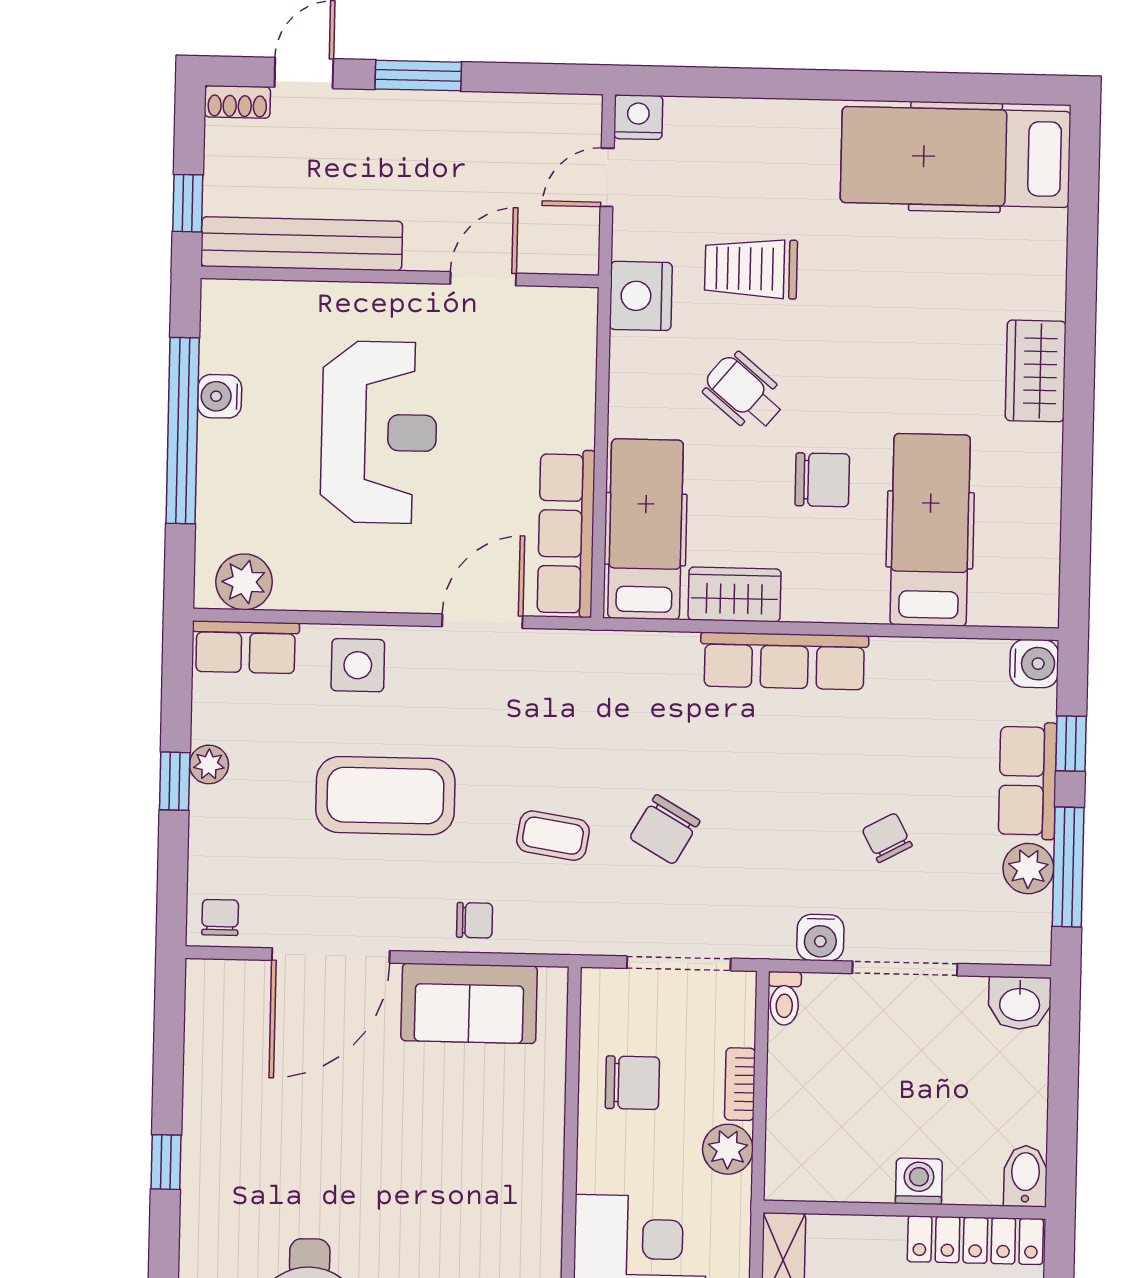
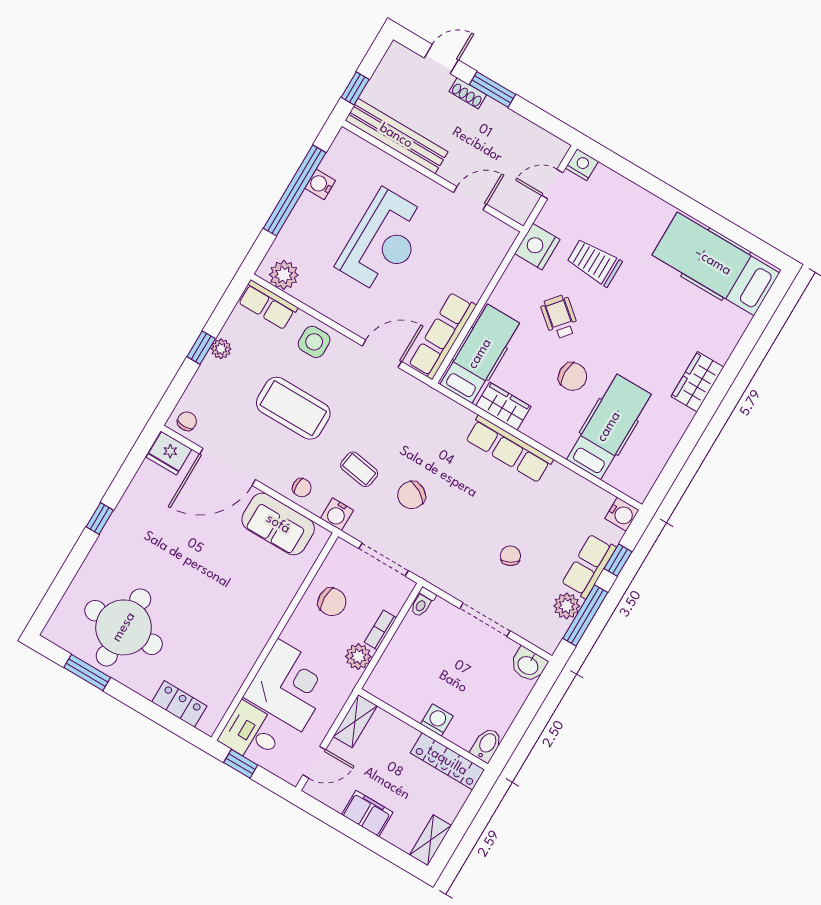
shoe rack: (237, 102) -> (468, 93), moved
water cooler: (820, 938) -> (337, 514), moved
fridge: (220, 988) -> (169, 453), added

